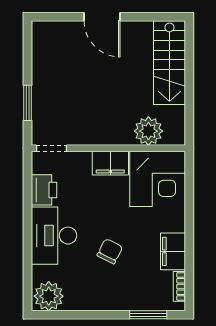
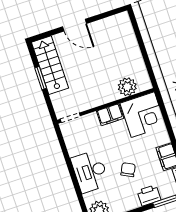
stairs: (169, 63) -> (50, 65), moved, turned 180
window: (28, 103) -> (41, 78), moved
printer: (44, 190) -> (149, 195), moved, turned -90

